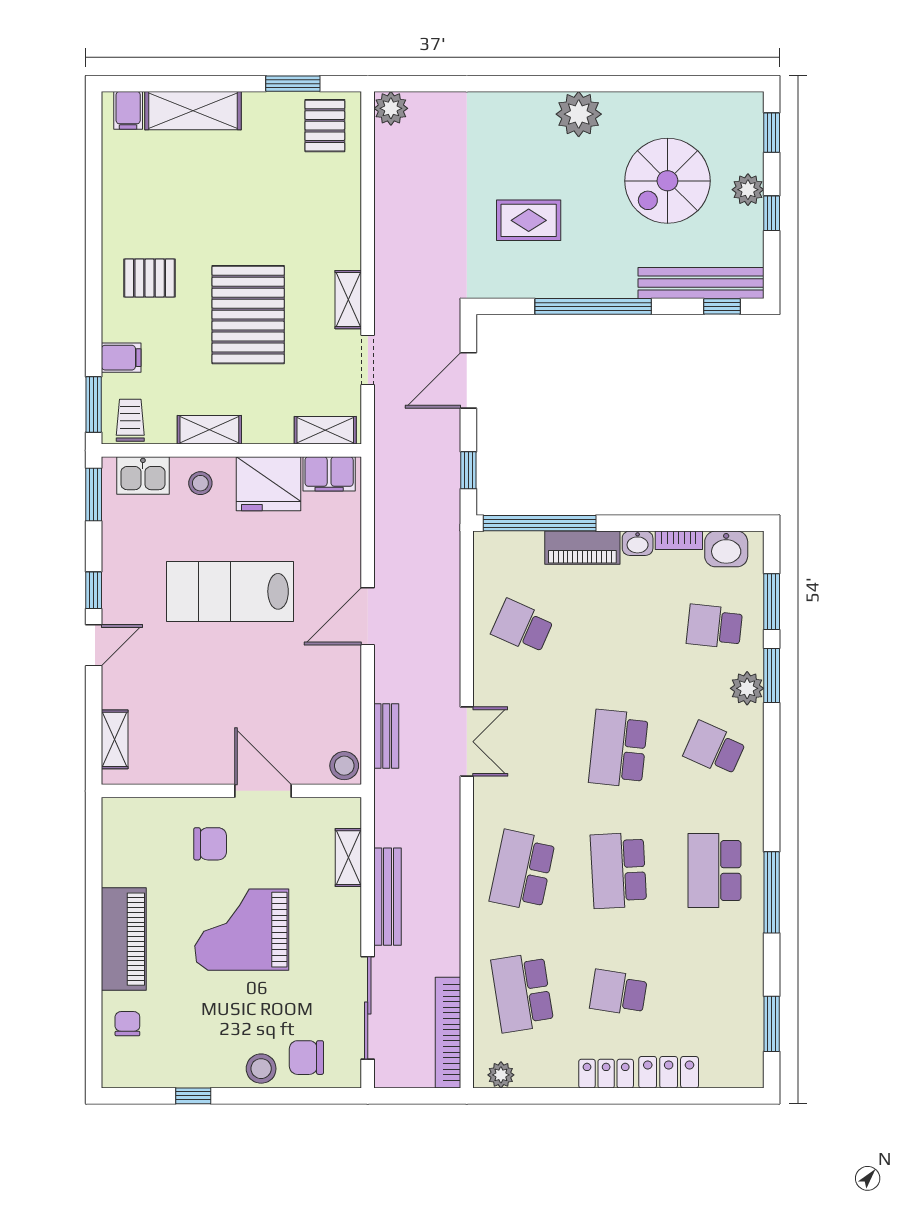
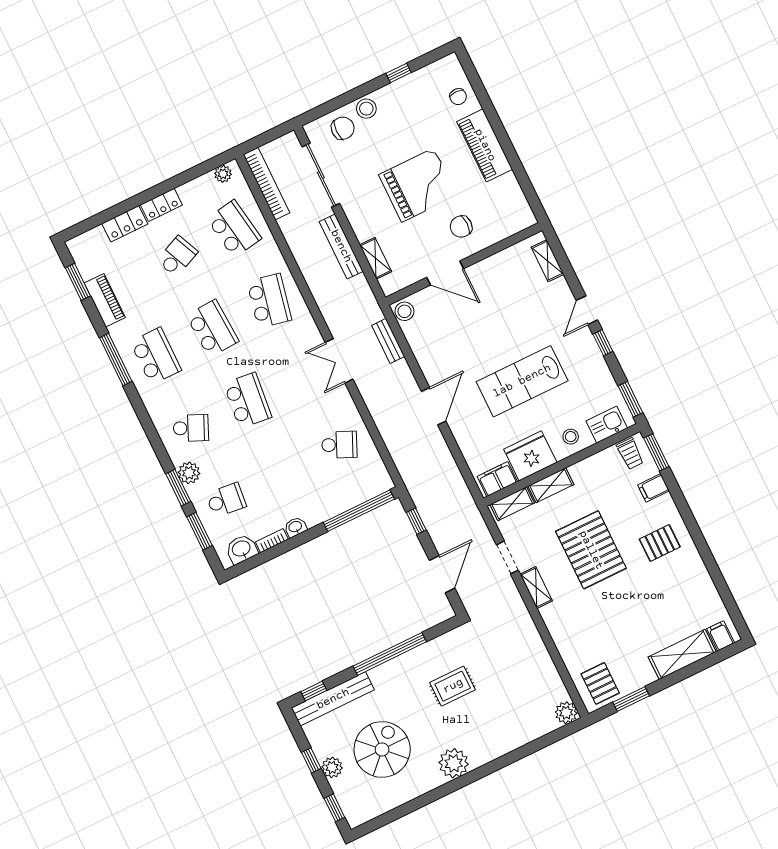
shelving: (209, 430) -> (551, 485), moved
piano: (582, 548) -> (105, 300), moved, turned 90
lab bench: (230, 591) -> (522, 381), turned 180
school desk: (618, 993) -> (177, 256), turned -33

